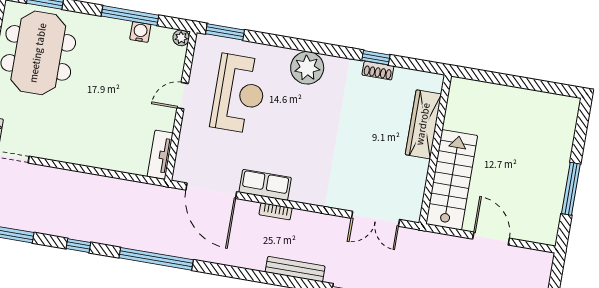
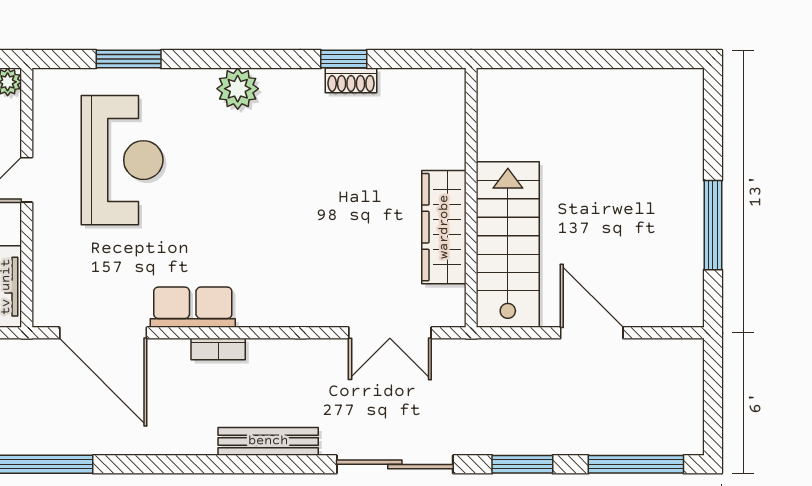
window: (225, 32) -> (129, 59), moved
plant: (307, 68) -> (238, 89), width x0.73, depth x0.73
wardrobe: (423, 124) -> (444, 227), moved

